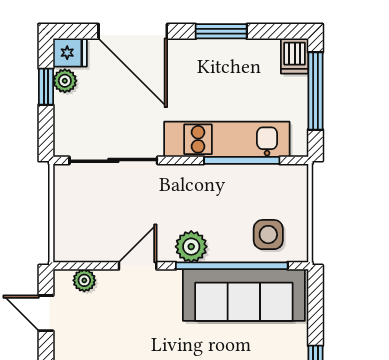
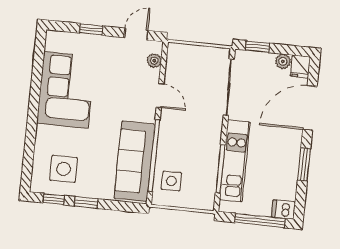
window: (46, 87) -> (258, 47), moved
plant: (191, 247) -> (169, 131), removed

